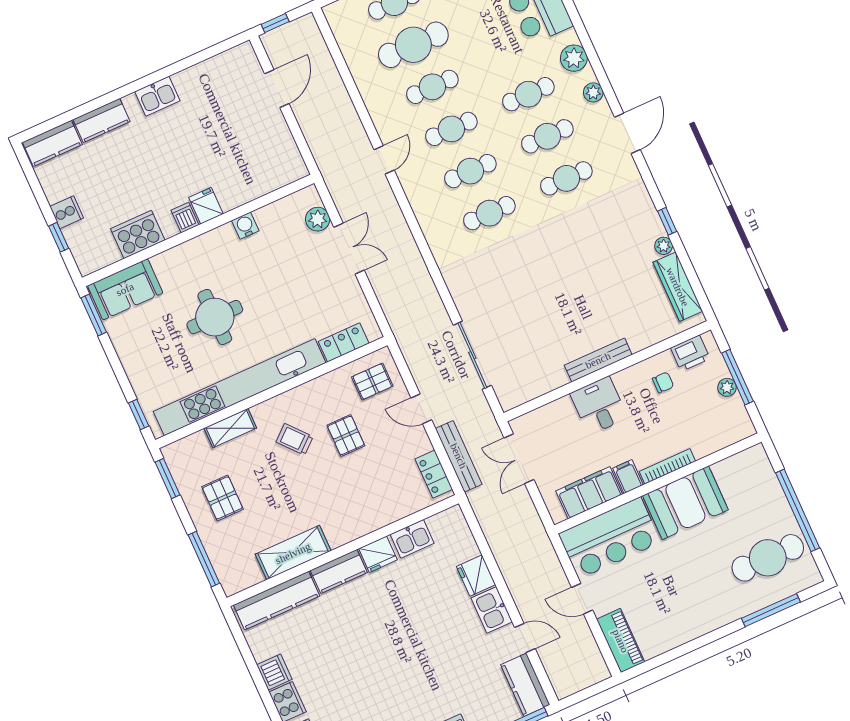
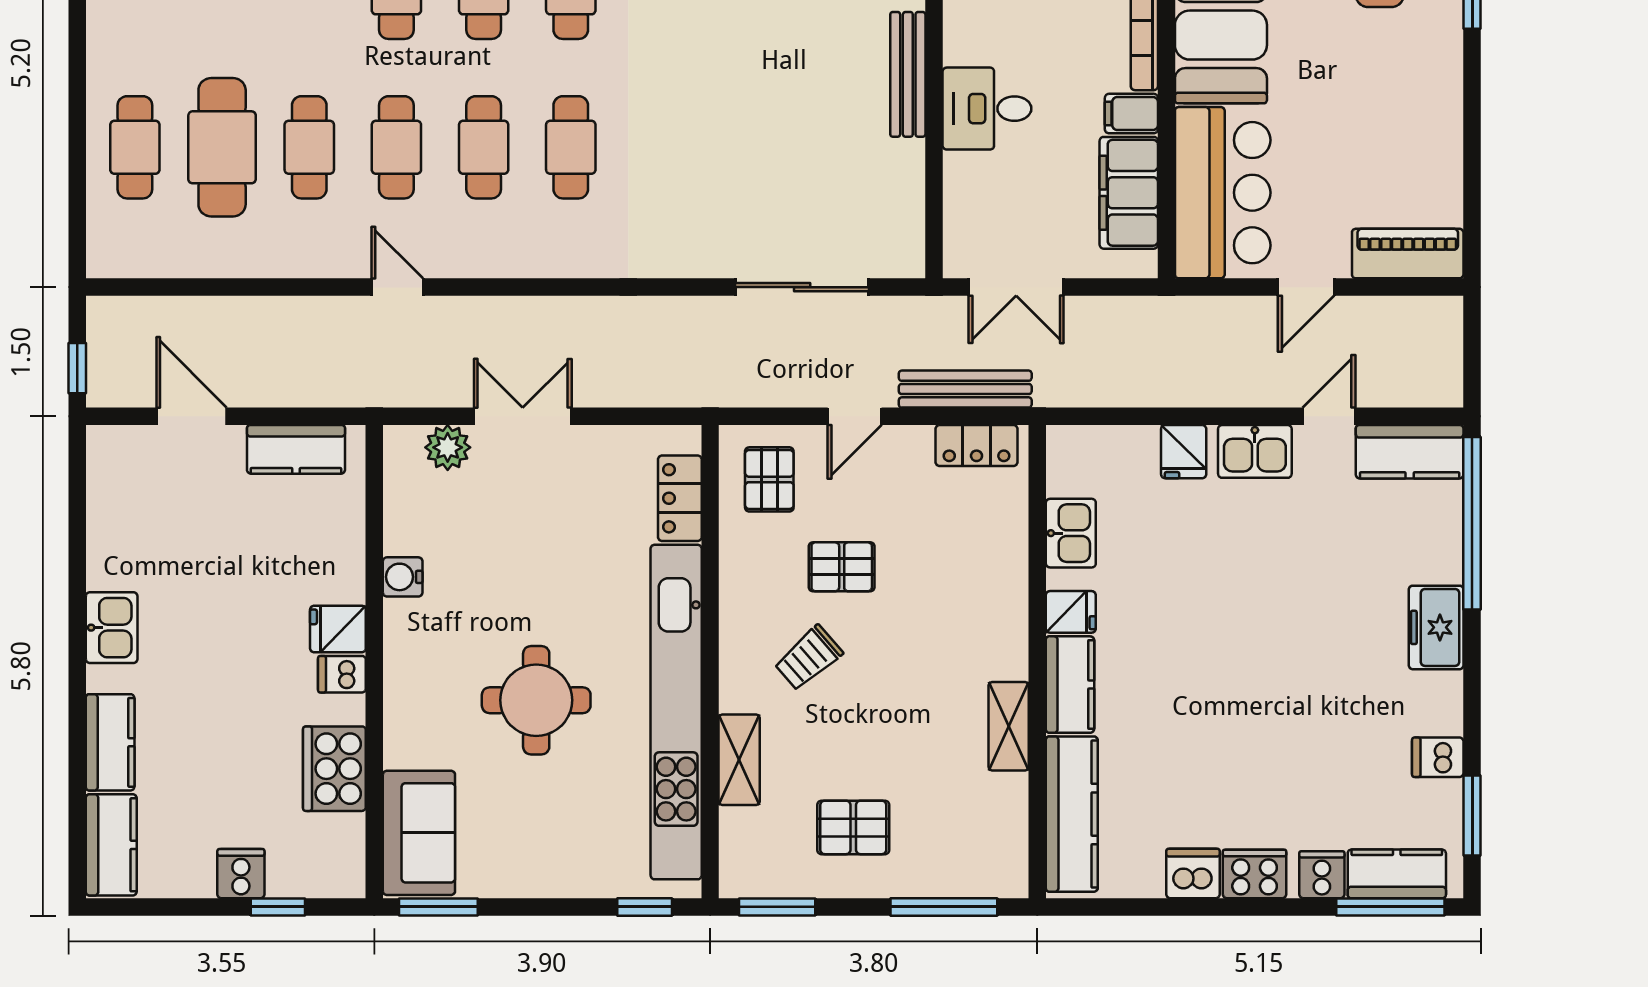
kitchen counter: (284, 146) -> (296, 449), added
shelving: (293, 553) -> (1009, 726), width x0.67, depth x0.75
fridge: (378, 554) -> (1071, 612), width x0.72
fridge: (476, 576) -> (1184, 452), width x0.72

